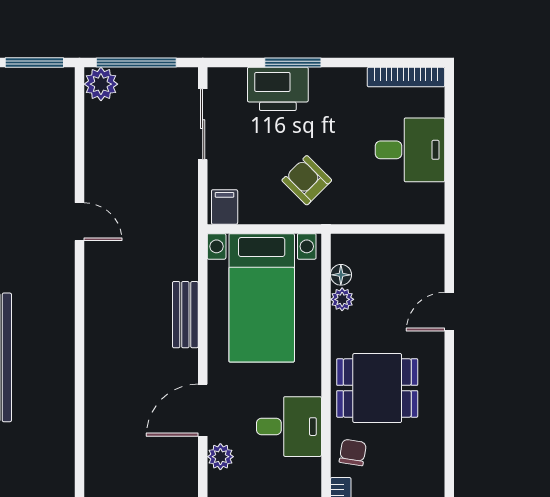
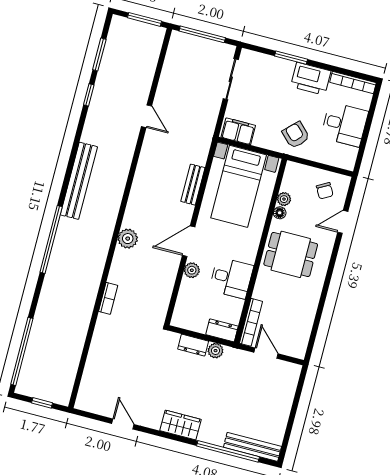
plant: (101, 84) -> (128, 239), moved
printer: (278, 89) -> (311, 79), moved
armchair: (307, 180) -> (296, 135), moved
filing cabinet: (225, 207) -> (238, 131), width x2.00
floor lamp: (341, 275) -> (280, 213), moved
desk: (289, 427) -> (231, 278), moved
chair: (353, 452) -> (325, 191), moved, turned 142

